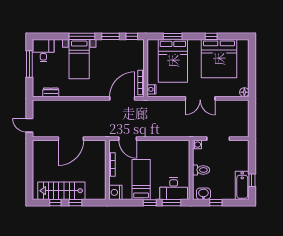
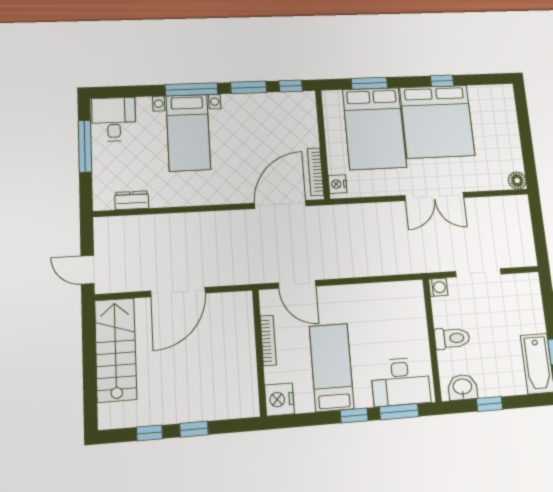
bed: (219, 59) -> (437, 122), moved
stairs: (61, 191) -> (116, 350), moved, turned 90

